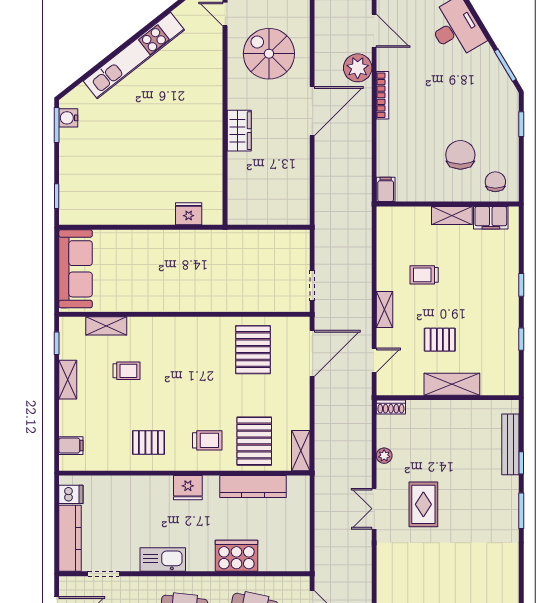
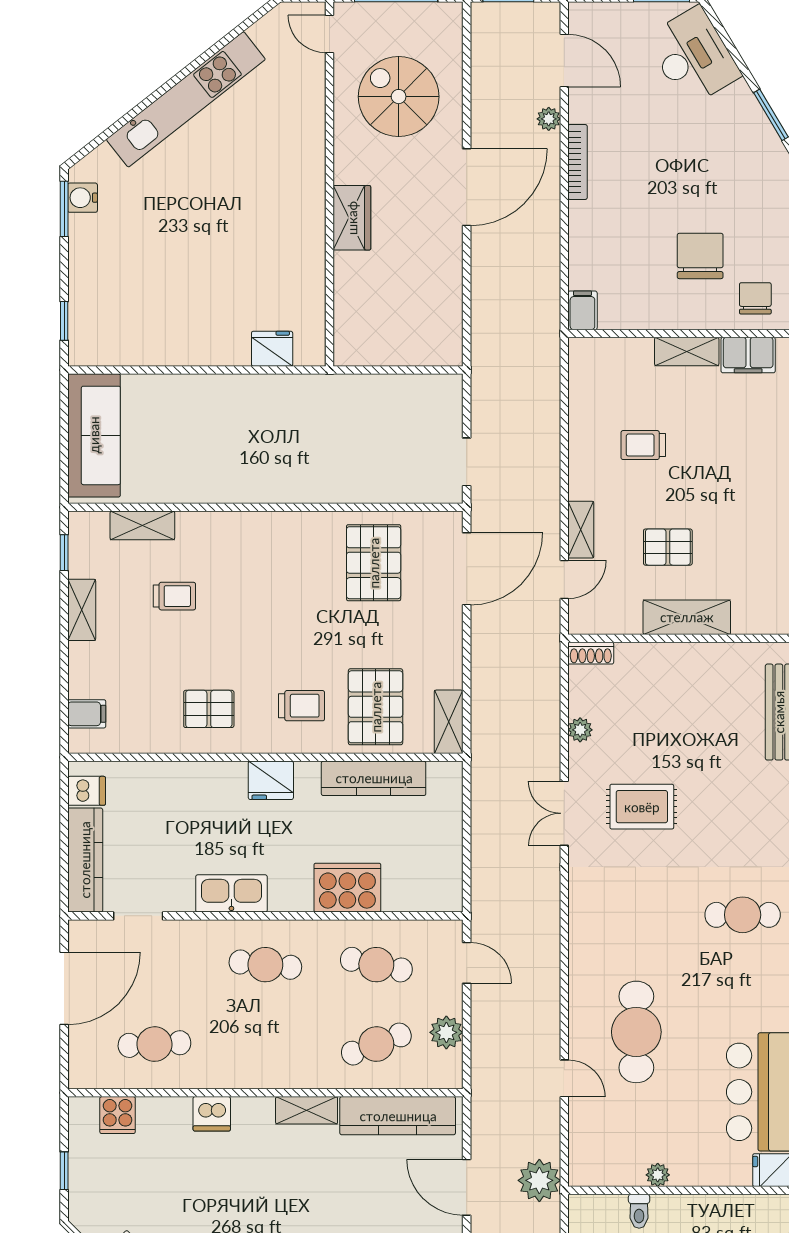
plant: (358, 68) -> (549, 119), width x0.53, depth x0.53
shelving: (385, 310) -> (581, 530), moved
rug: (423, 504) -> (642, 807), turned 90
cafe table: (487, 573) -> (743, 915), added

